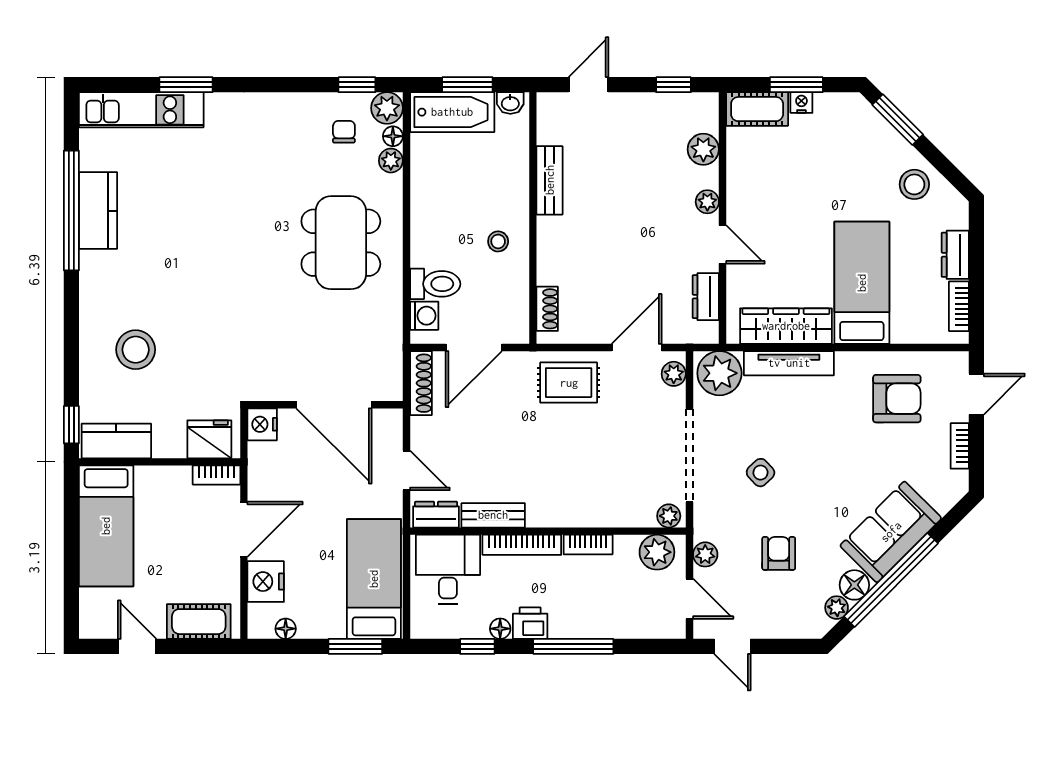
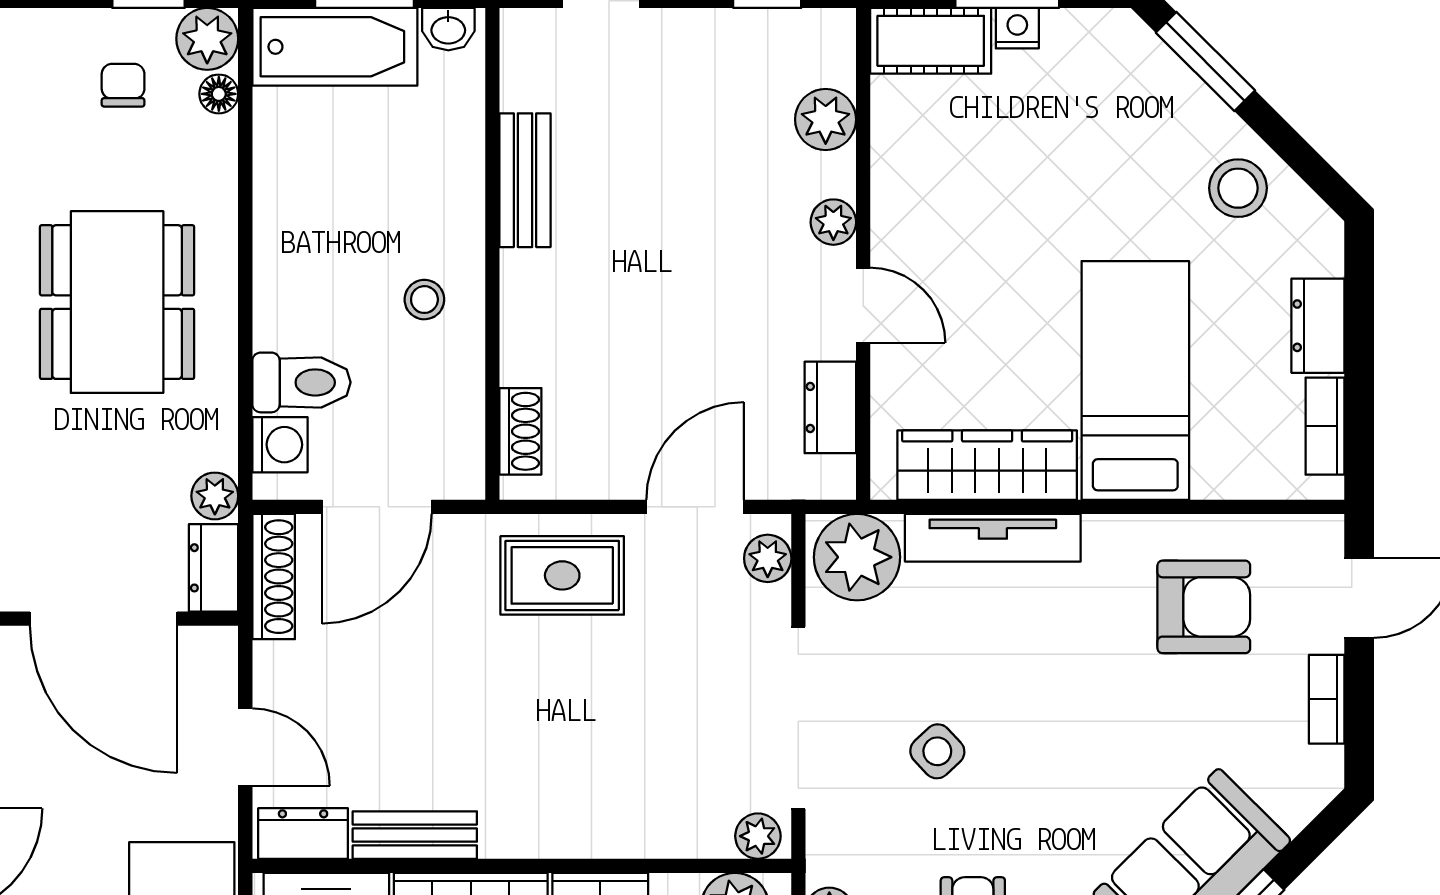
plant: (391, 161) -> (215, 496), moved
dresser: (390, 379) -> (214, 568), added

